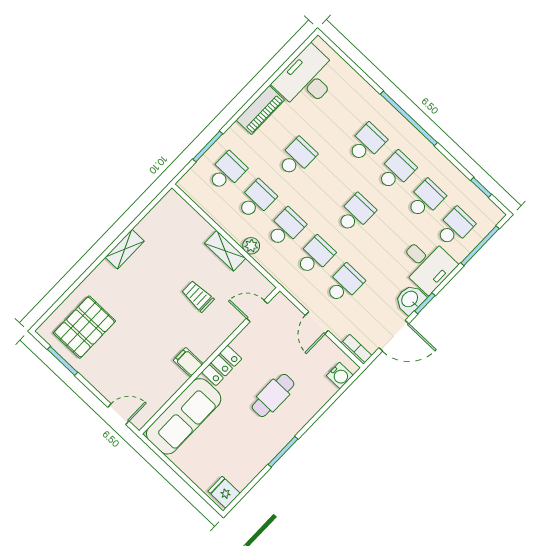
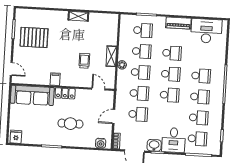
school desk: (326, 185) -> (171, 74), added
pallet: (84, 327) -> (34, 37), moved

